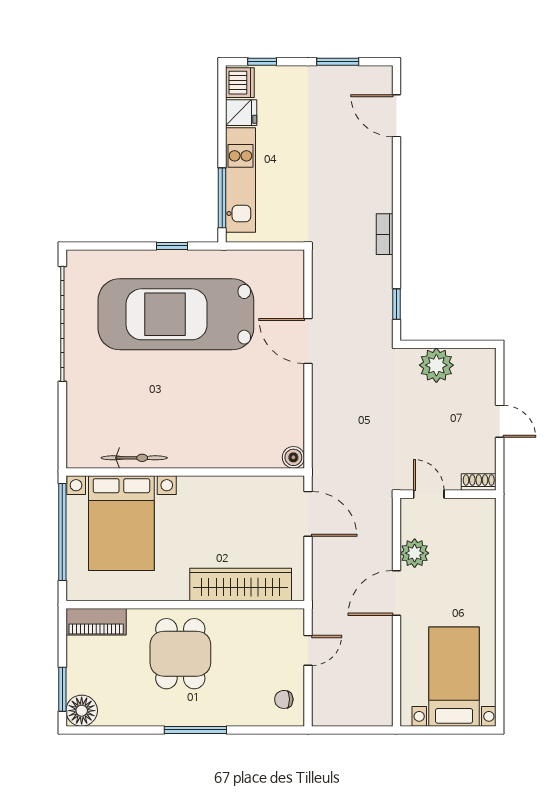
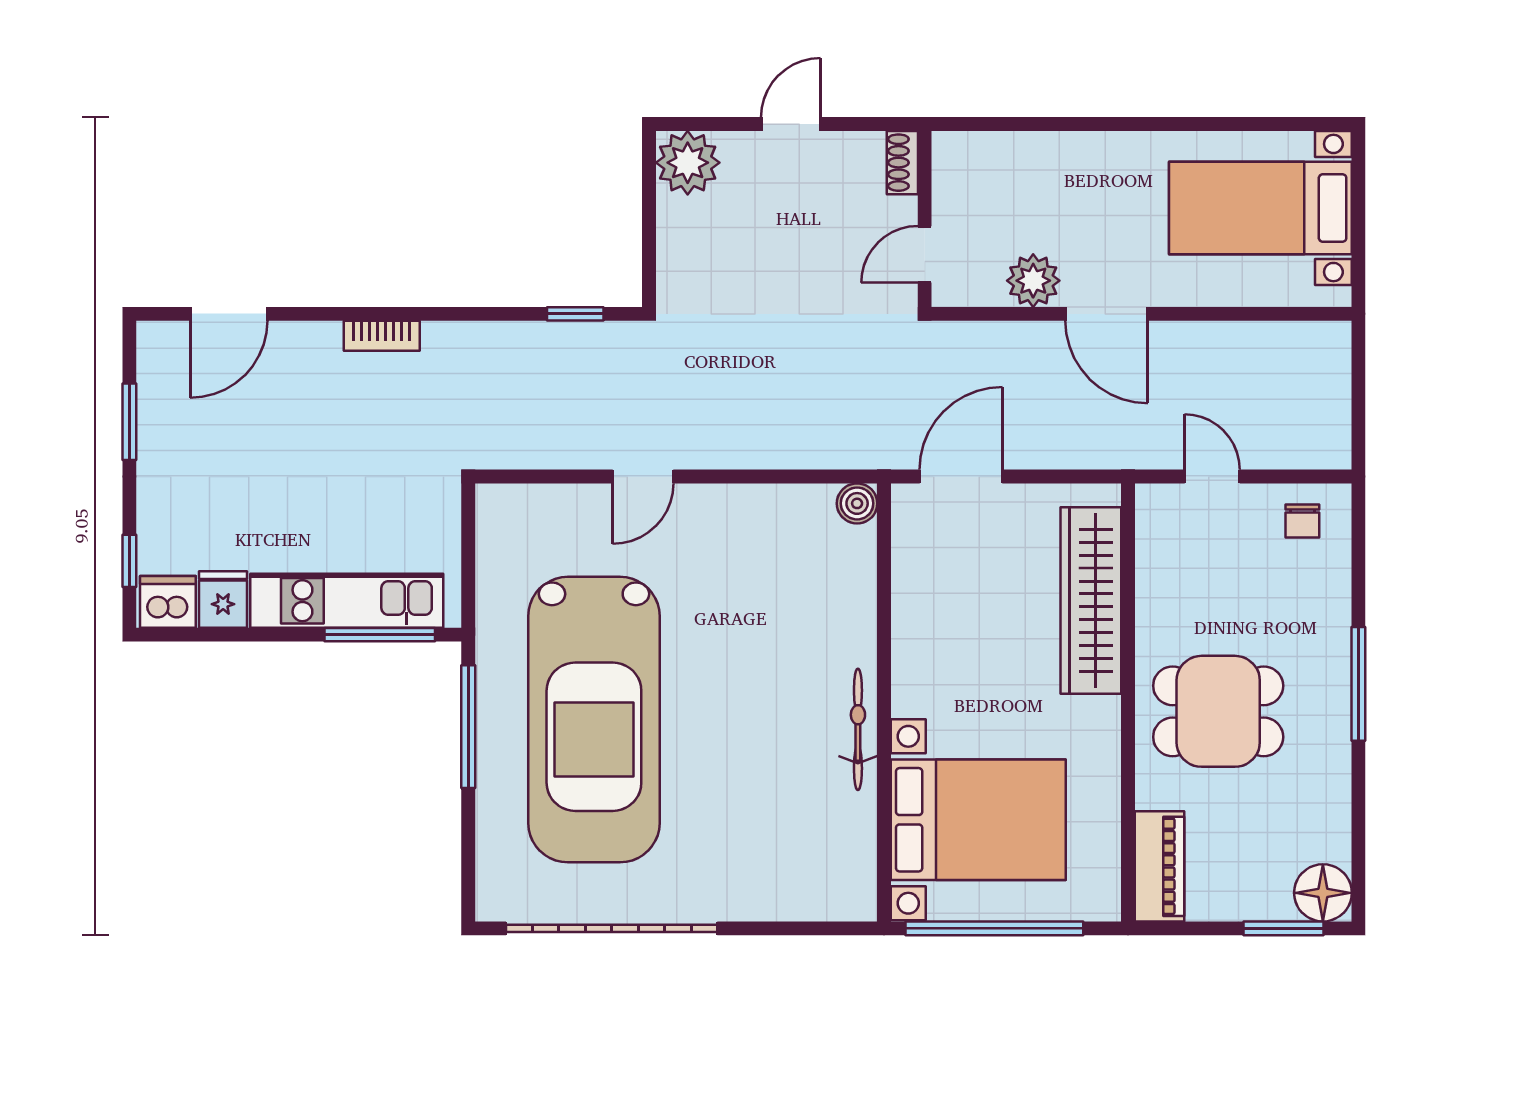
bookcase: (385, 234) -> (382, 336), moved
window: (172, 246) -> (468, 727), width x2.17
door: (308, 341) -> (643, 476), width x0.73
plant: (436, 365) -> (688, 163), moved
bicycle: (134, 458) -> (858, 729), moved

